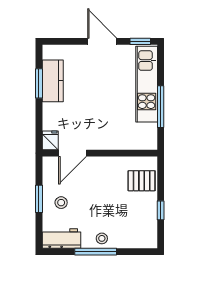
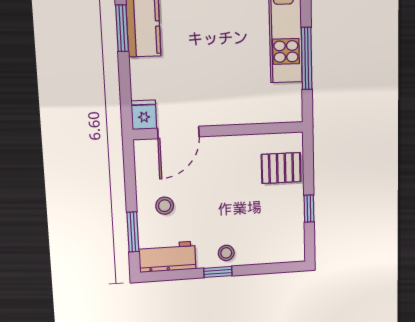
window: (39, 199) -> (133, 232), moved
window: (96, 252) -> (218, 272), width x0.46

